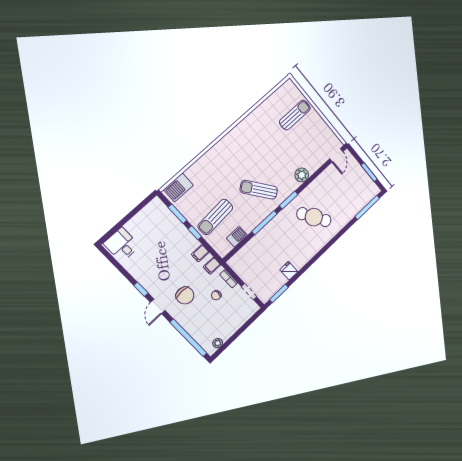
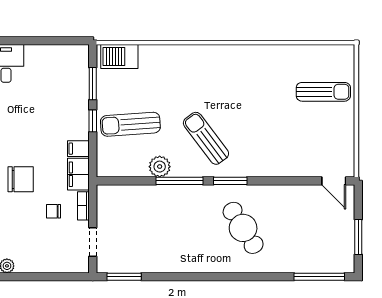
door: (336, 155) -> (334, 181), hinge flipped
plant: (302, 175) -> (160, 167), moved
barbecue: (237, 237) -> (134, 168), removed
filing cabinet: (212, 266) -> (78, 174), width x2.00
fridge: (289, 271) -> (159, 262), removed
chair: (185, 295) -> (21, 179), turned -90

